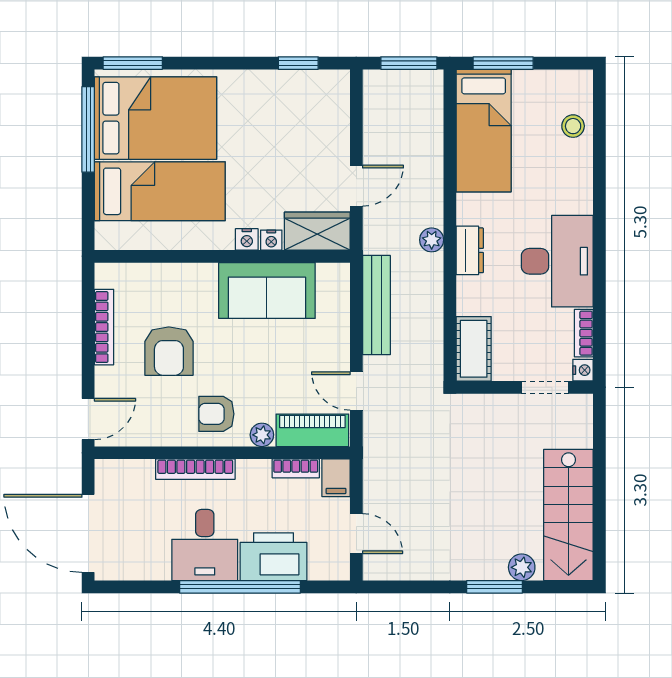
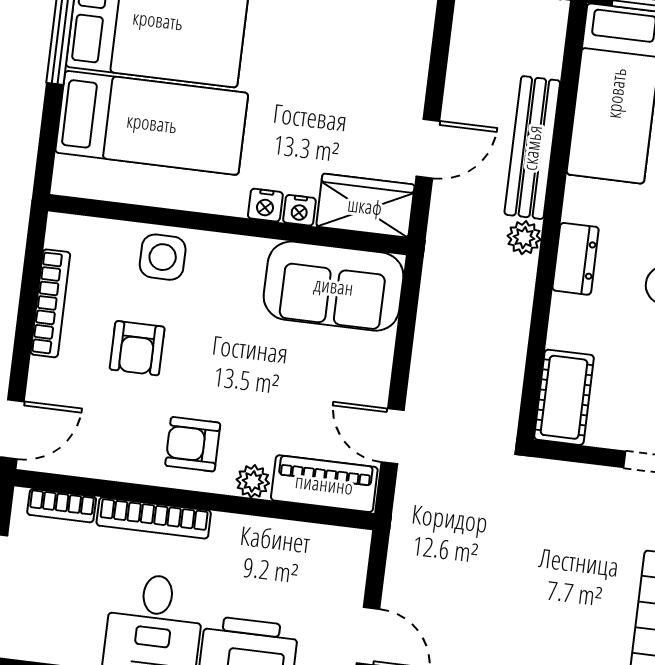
side table: (179, 285) -> (163, 257), added
sofa: (267, 291) -> (334, 286), moved
bench: (376, 305) -> (532, 148), moved
armchair: (169, 351) -> (137, 348), width x0.72, depth x0.72
bookcase: (296, 468) -> (62, 506), moved
filing cabinet: (336, 478) -> (349, 554), removed

